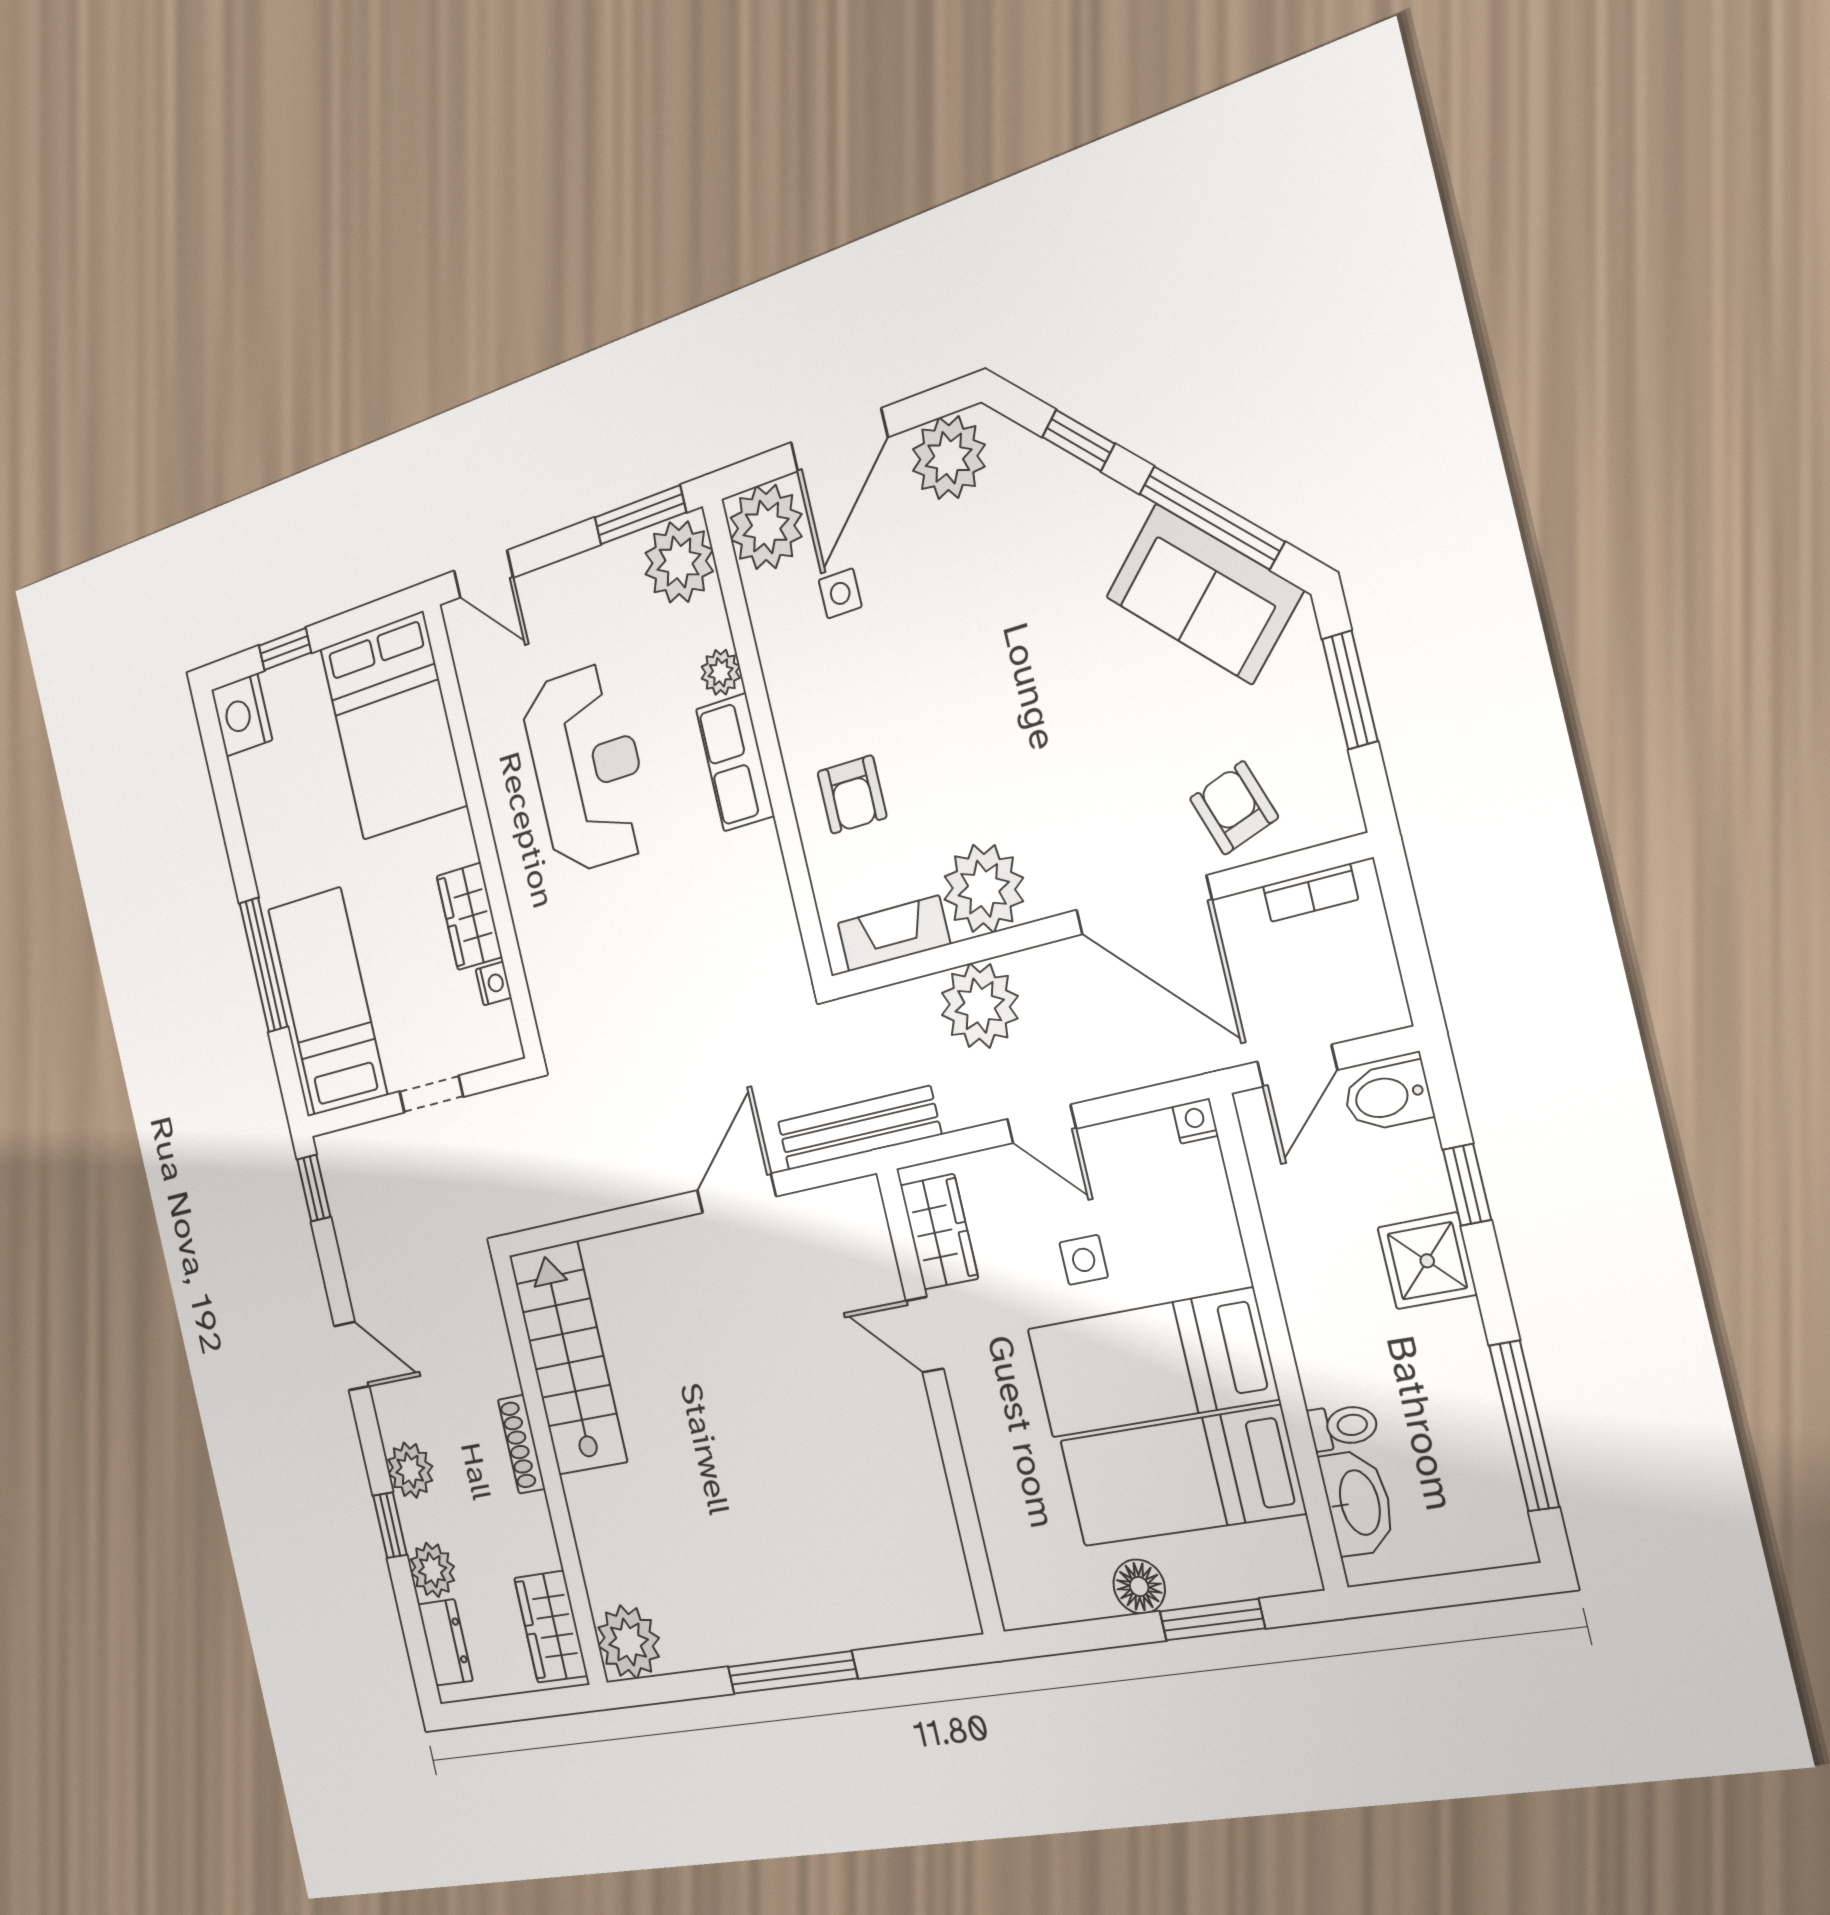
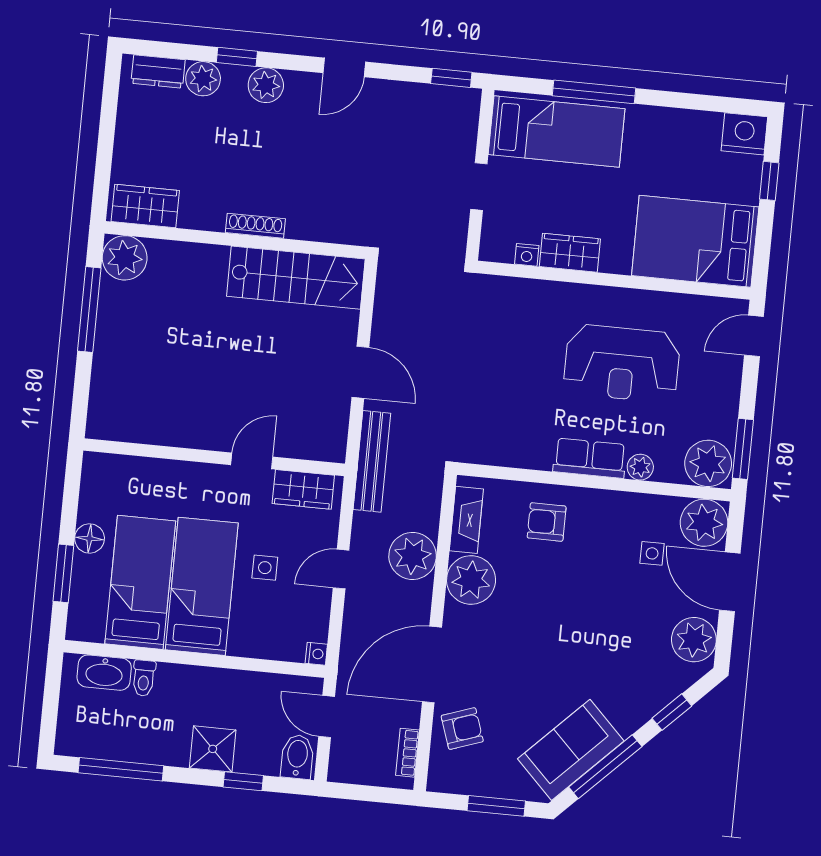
stairs: (568, 1358) -> (296, 278), moved
shoe rack: (522, 1444) -> (255, 226), moved
wall: (550, 1470) -> (236, 240), moved
wardrobe: (551, 1627) -> (145, 206), moved
plant: (628, 1642) -> (125, 258), moved

